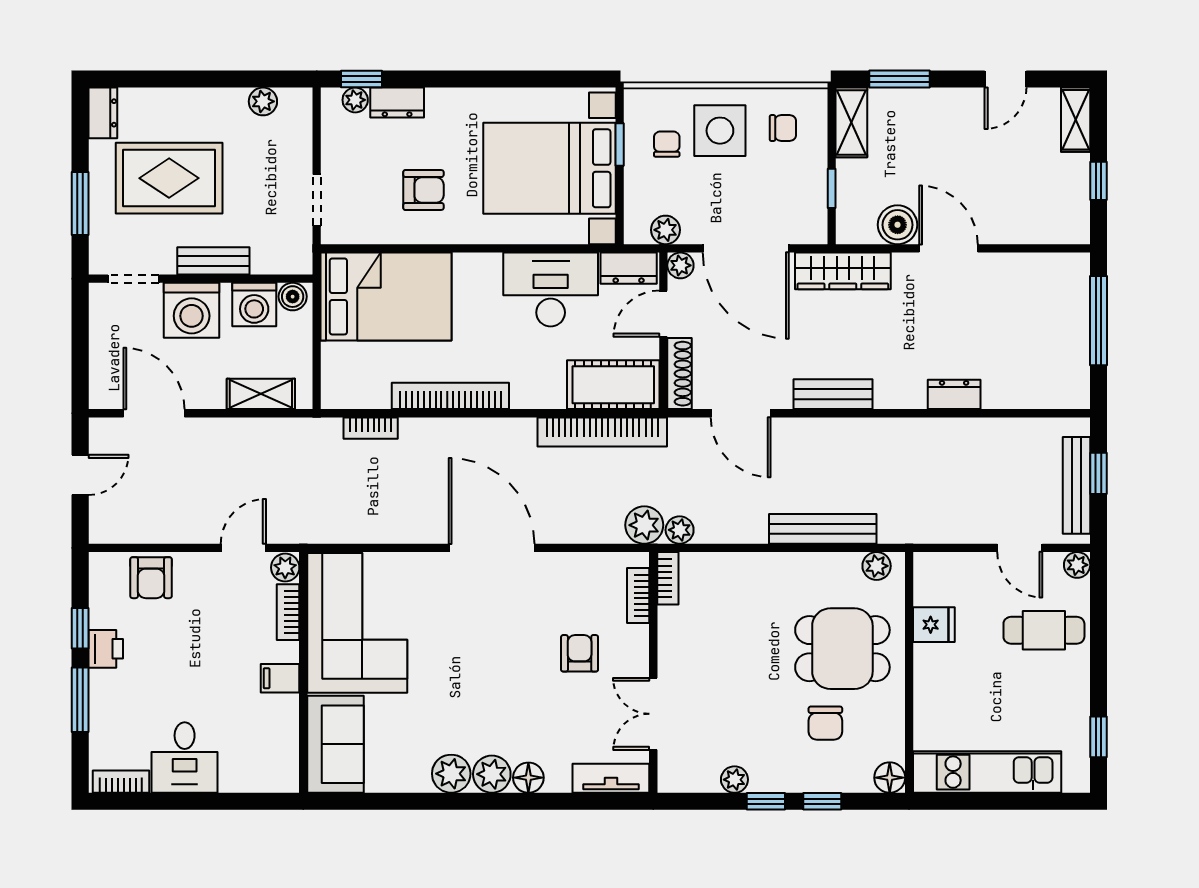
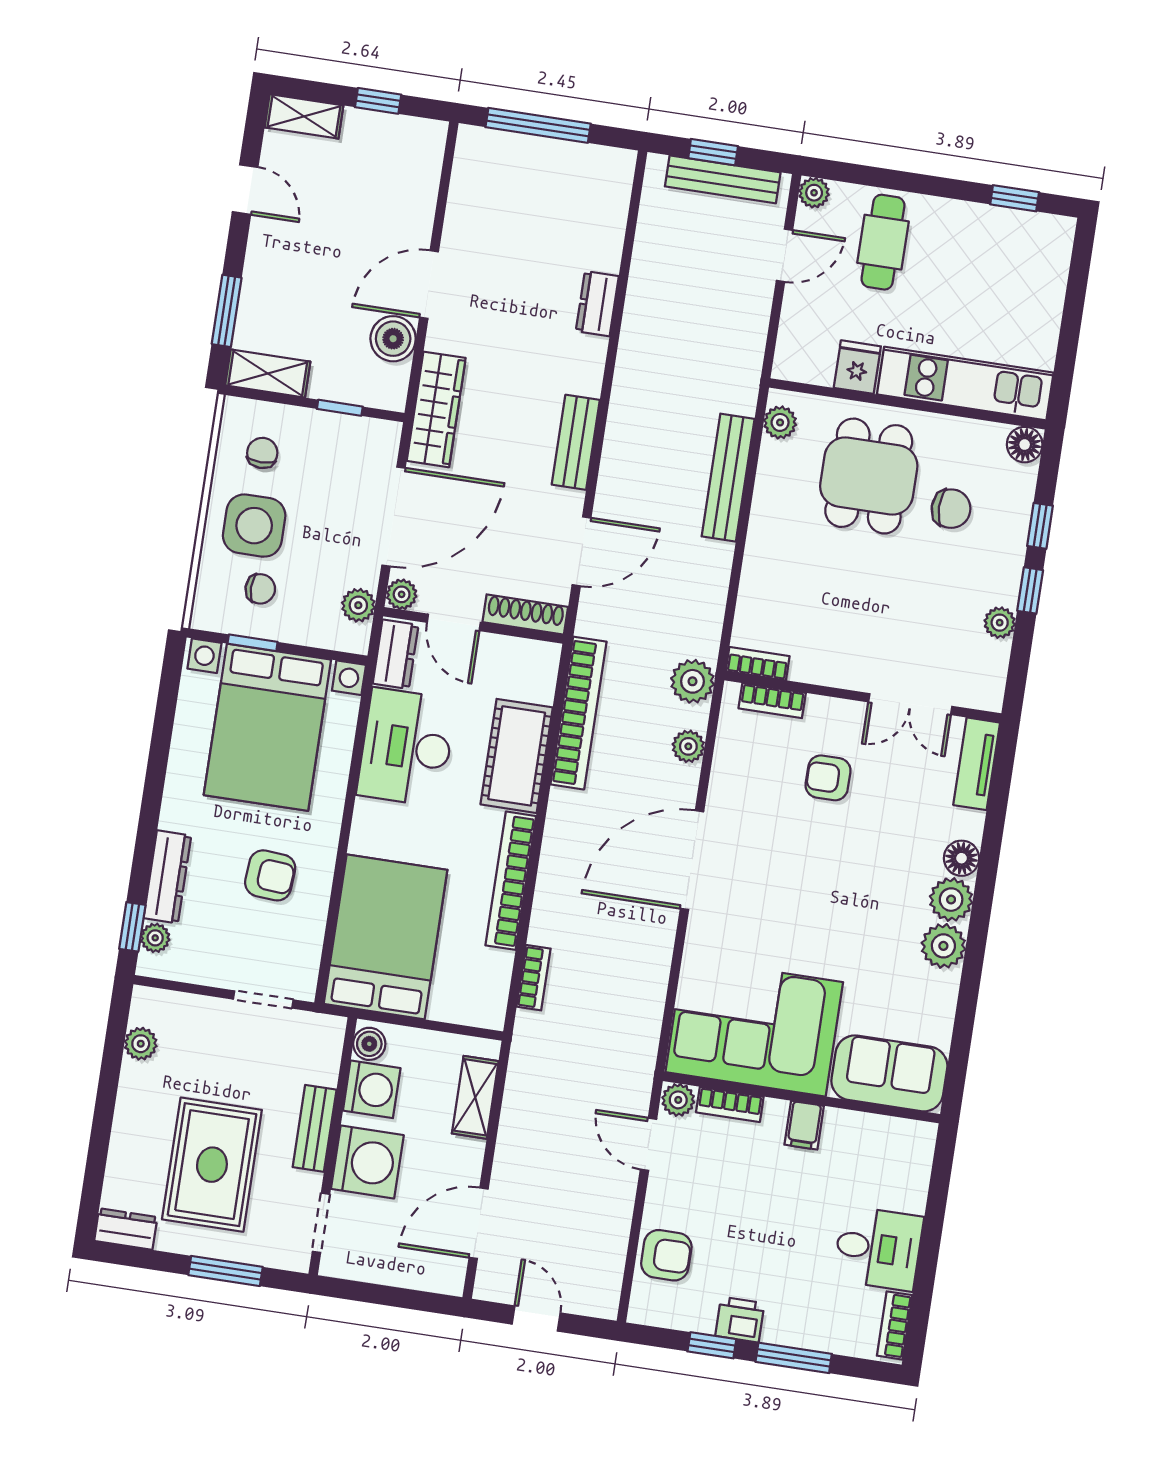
dresser: (397, 103) -> (167, 877), width x1.44
chair: (667, 144) -> (260, 589), turned 180
armchair: (423, 190) -> (270, 875), turned 94
cot: (613, 385) -> (517, 756), moved
plant: (680, 530) -> (688, 746), moved
kitchen unit: (987, 772) -> (965, 384), moved, turned 90

